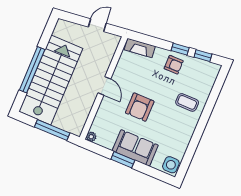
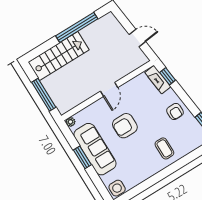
window: (180, 49) -> (168, 76), moved
window: (32, 70) -> (77, 27), moved
stairs: (51, 80) -> (59, 56), width x0.73, depth x0.66
sofa: (135, 148) -> (95, 149), width x1.36

